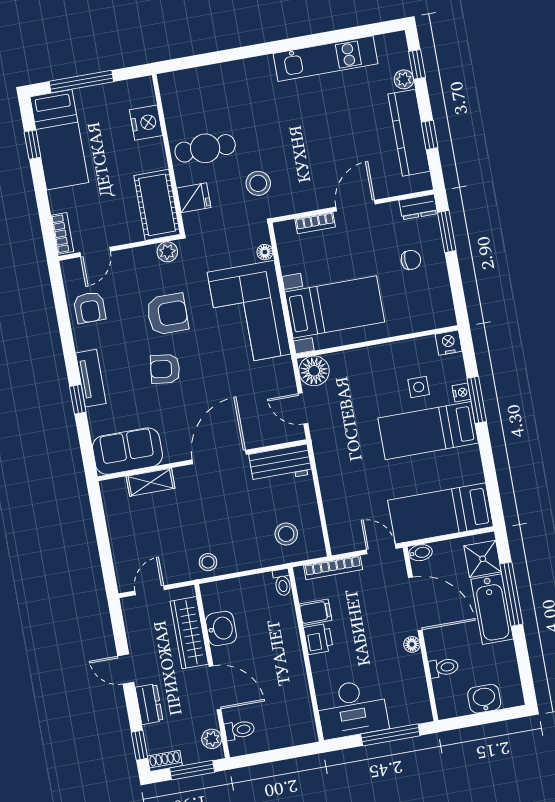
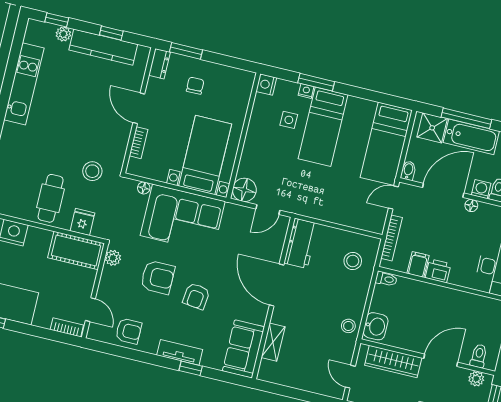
armchair: (167, 314) -> (158, 277), turned 90
washbasin: (221, 628) -> (376, 326), moved, turned 90
washing machine: (436, 647) -> (481, 189), added

